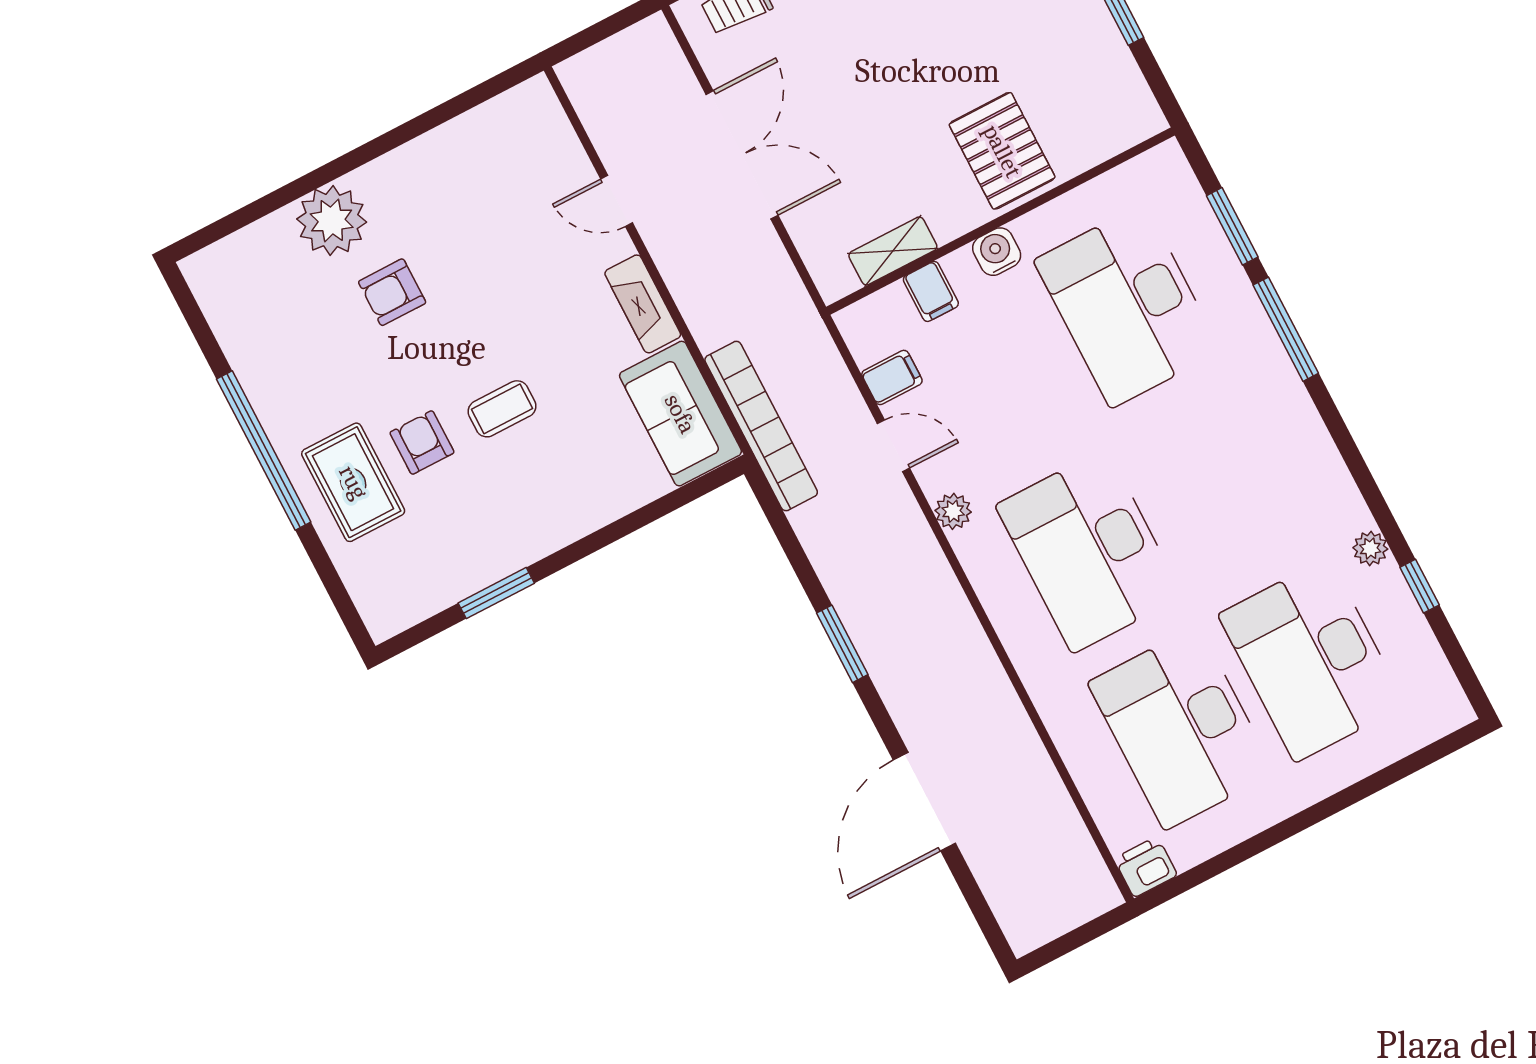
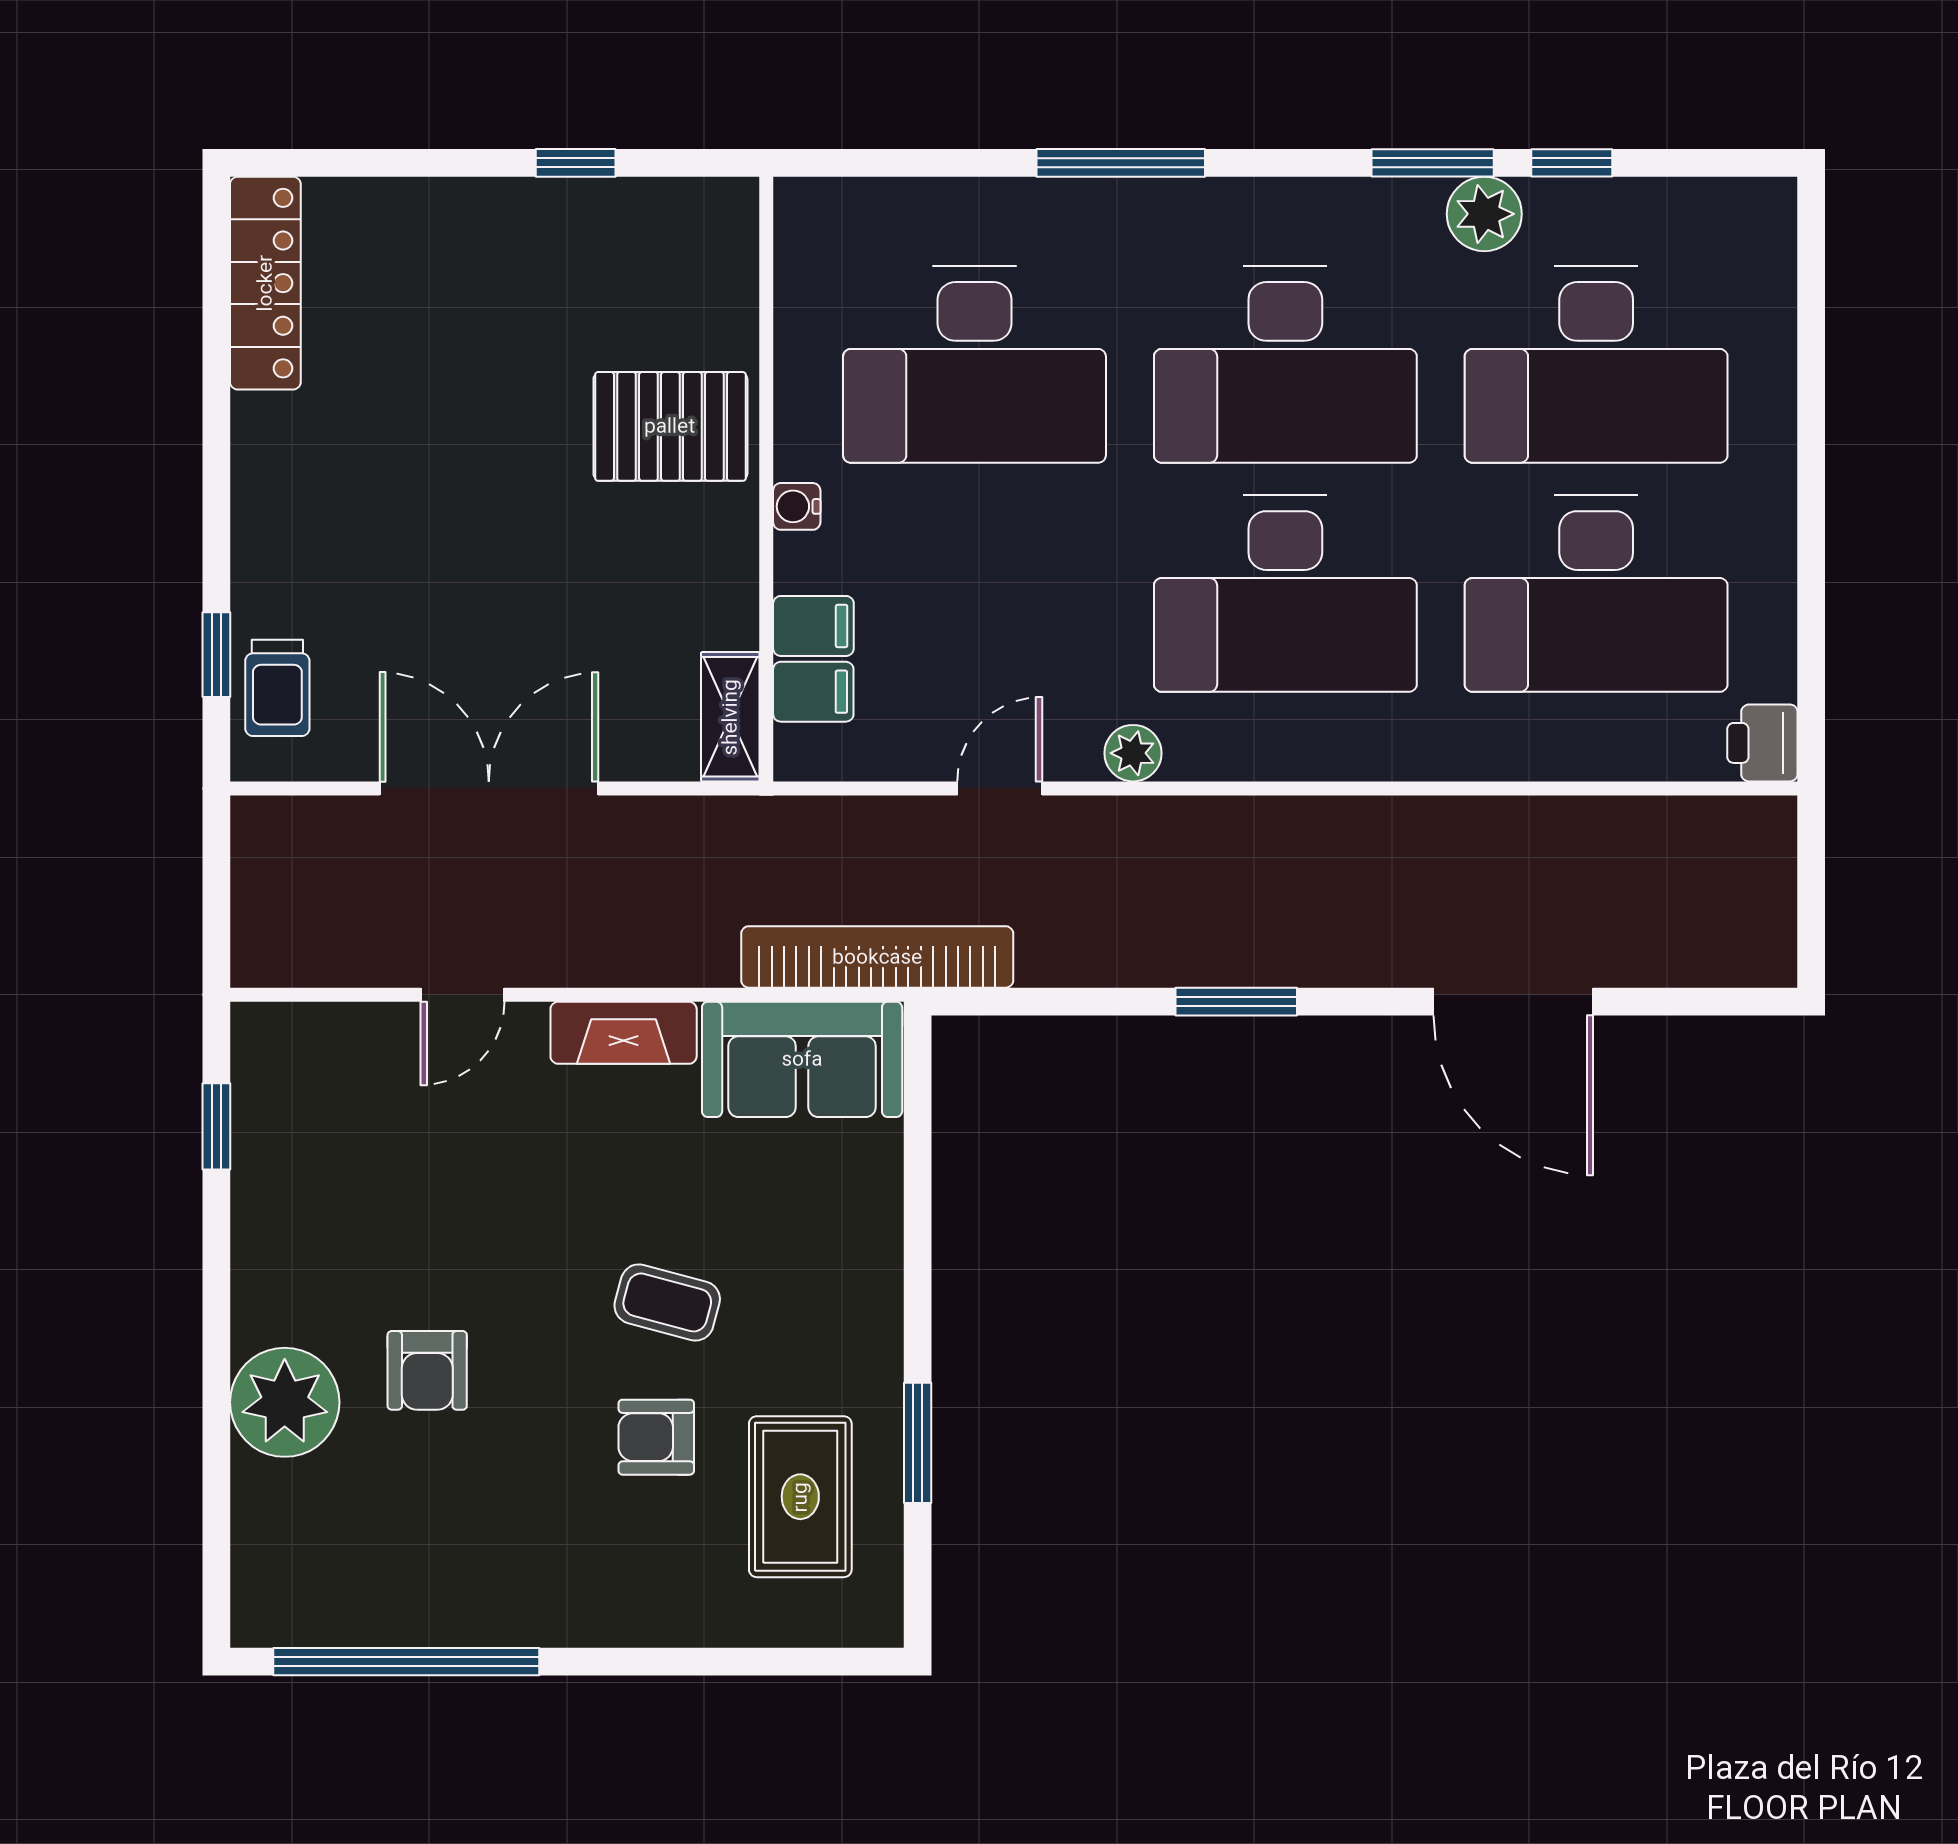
window: (469, 100) -> (216, 1126), added
window: (1232, 226) -> (1433, 163), moved
shelving: (893, 251) -> (730, 717), moved
water cooler: (997, 252) -> (797, 506), width x0.72, depth x0.72
filing cabinet: (892, 377) -> (813, 692), moved, turned 90
coffee table: (502, 409) -> (667, 1302), turned -75
window: (264, 451) -> (406, 1662), moved
rug: (353, 482) -> (800, 1497), moved, turned 90
desk: (1220, 483) -> (1285, 365), added
plant: (1370, 548) -> (1484, 214), width x1.38, depth x1.38

